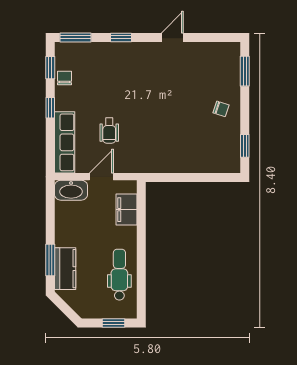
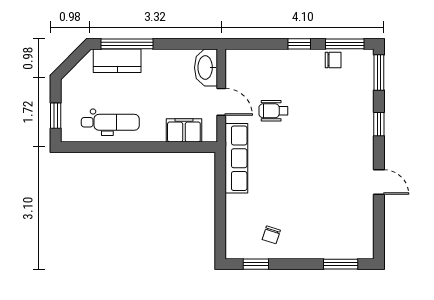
window: (50, 68) -> (345, 44), width x1.50
chair: (221, 109) -> (271, 235), moved
row of seats: (65, 142) -> (236, 158), moved, turned -90
window: (50, 260) -> (127, 44), width x1.44

